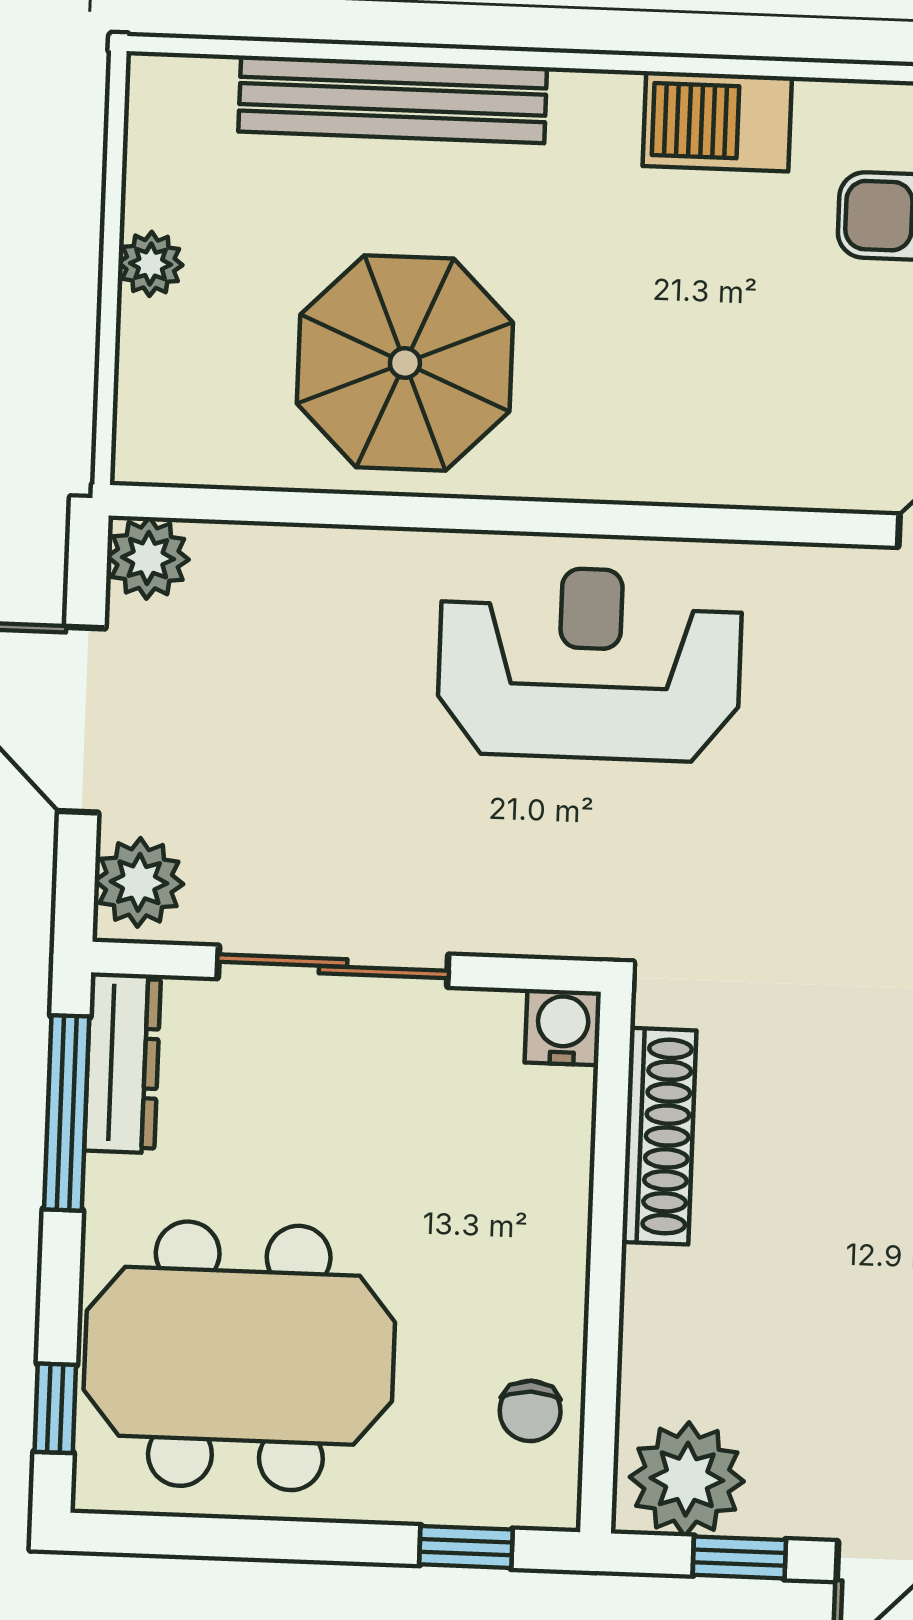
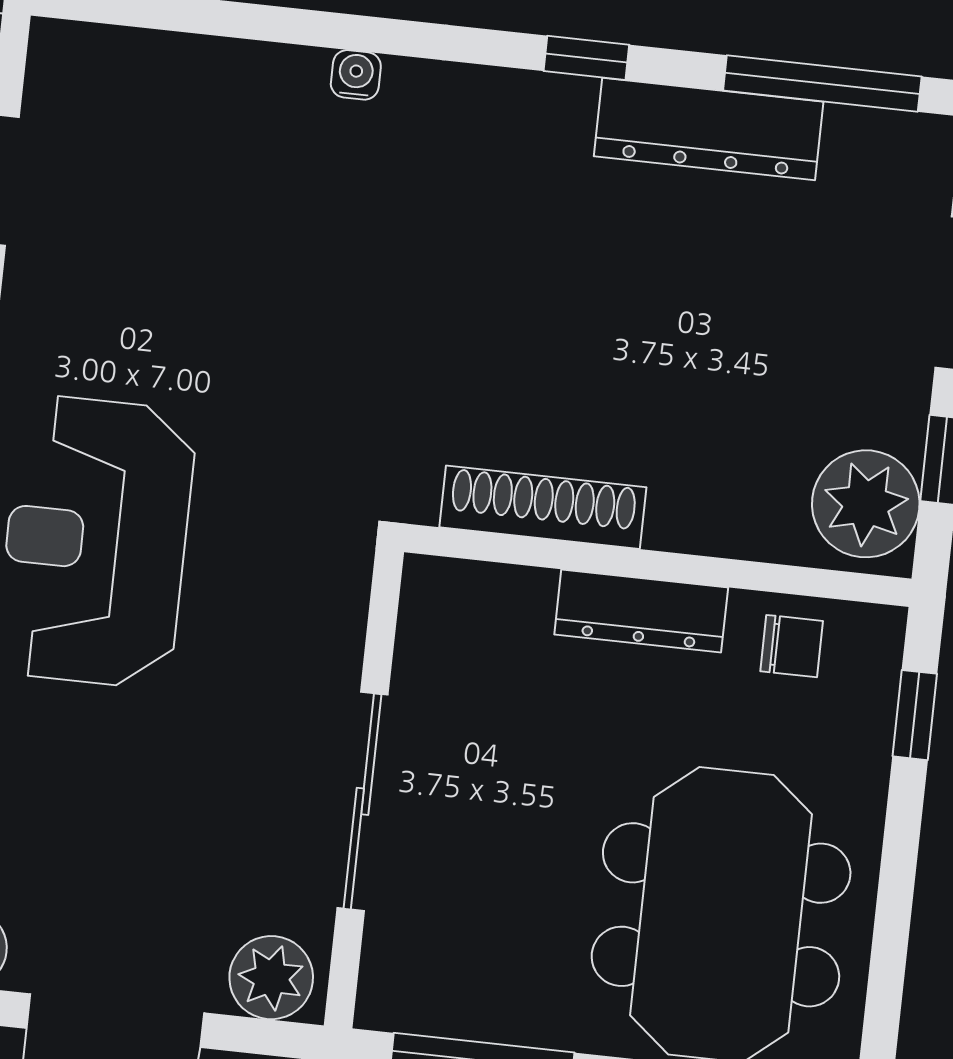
water cooler: (563, 1027) -> (435, 590), removed
dresser: (123, 1063) -> (641, 611), moved, turned 180

